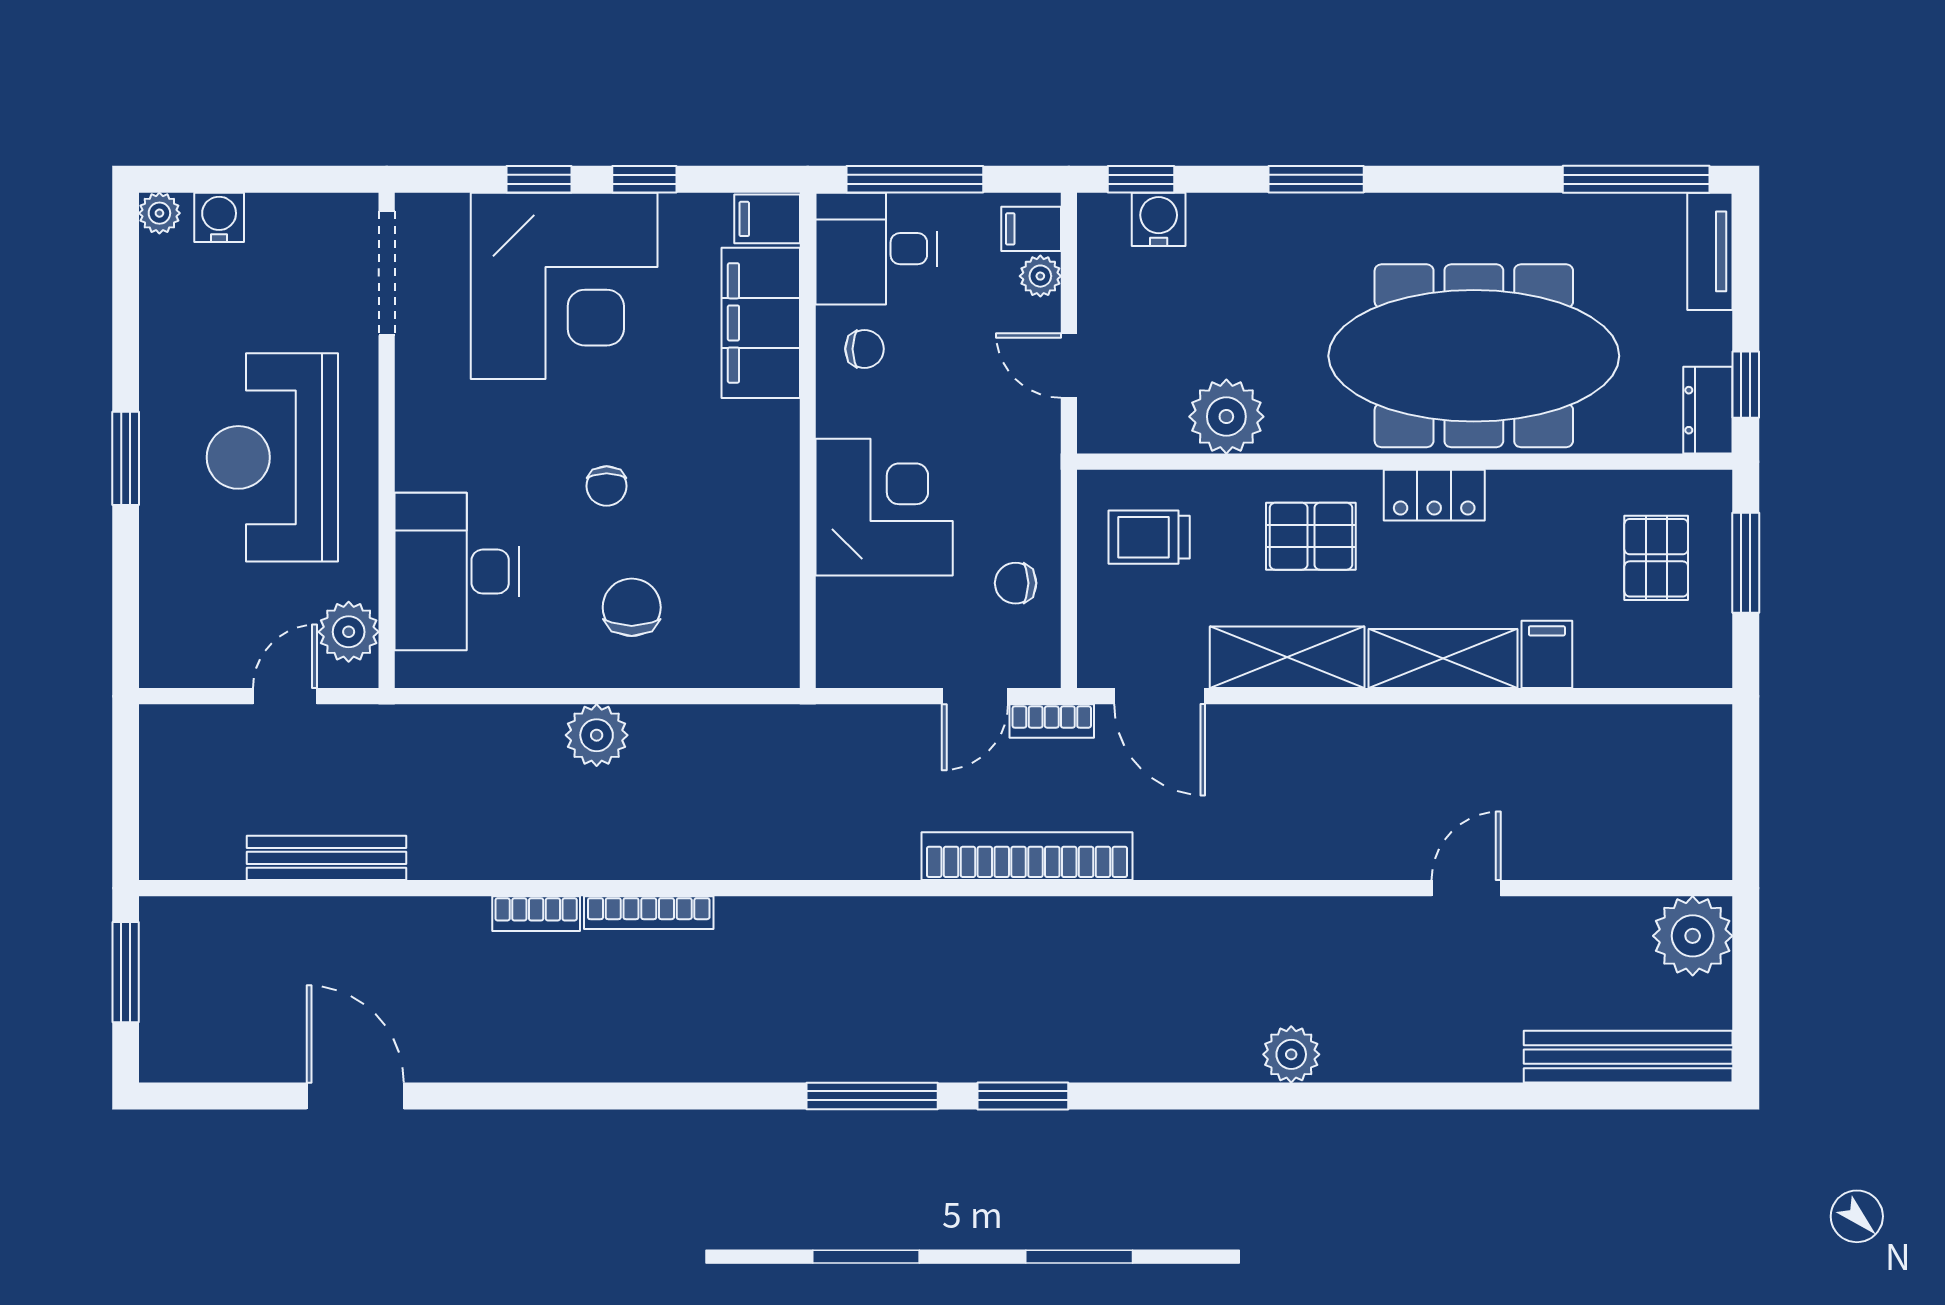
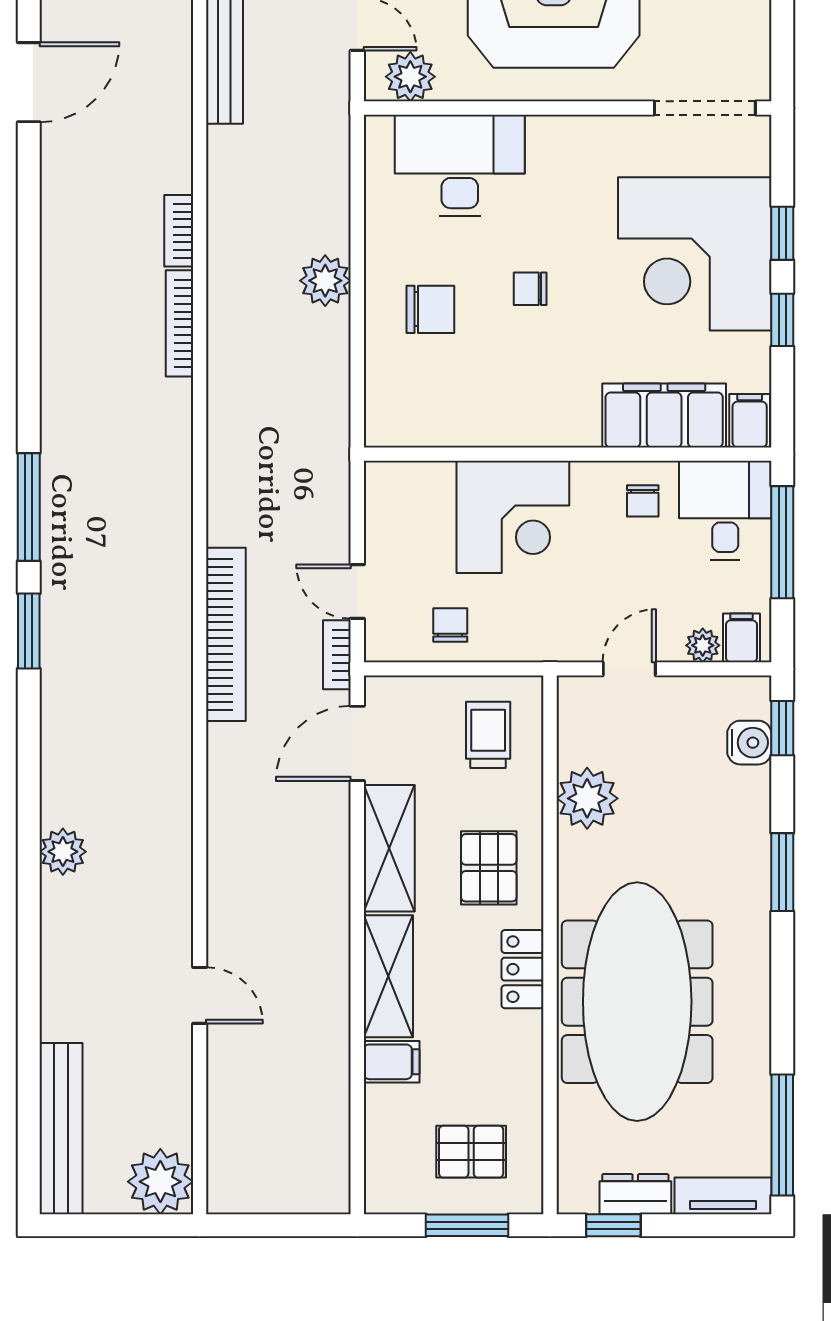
dresser: (1708, 410) -> (635, 1194), moved

